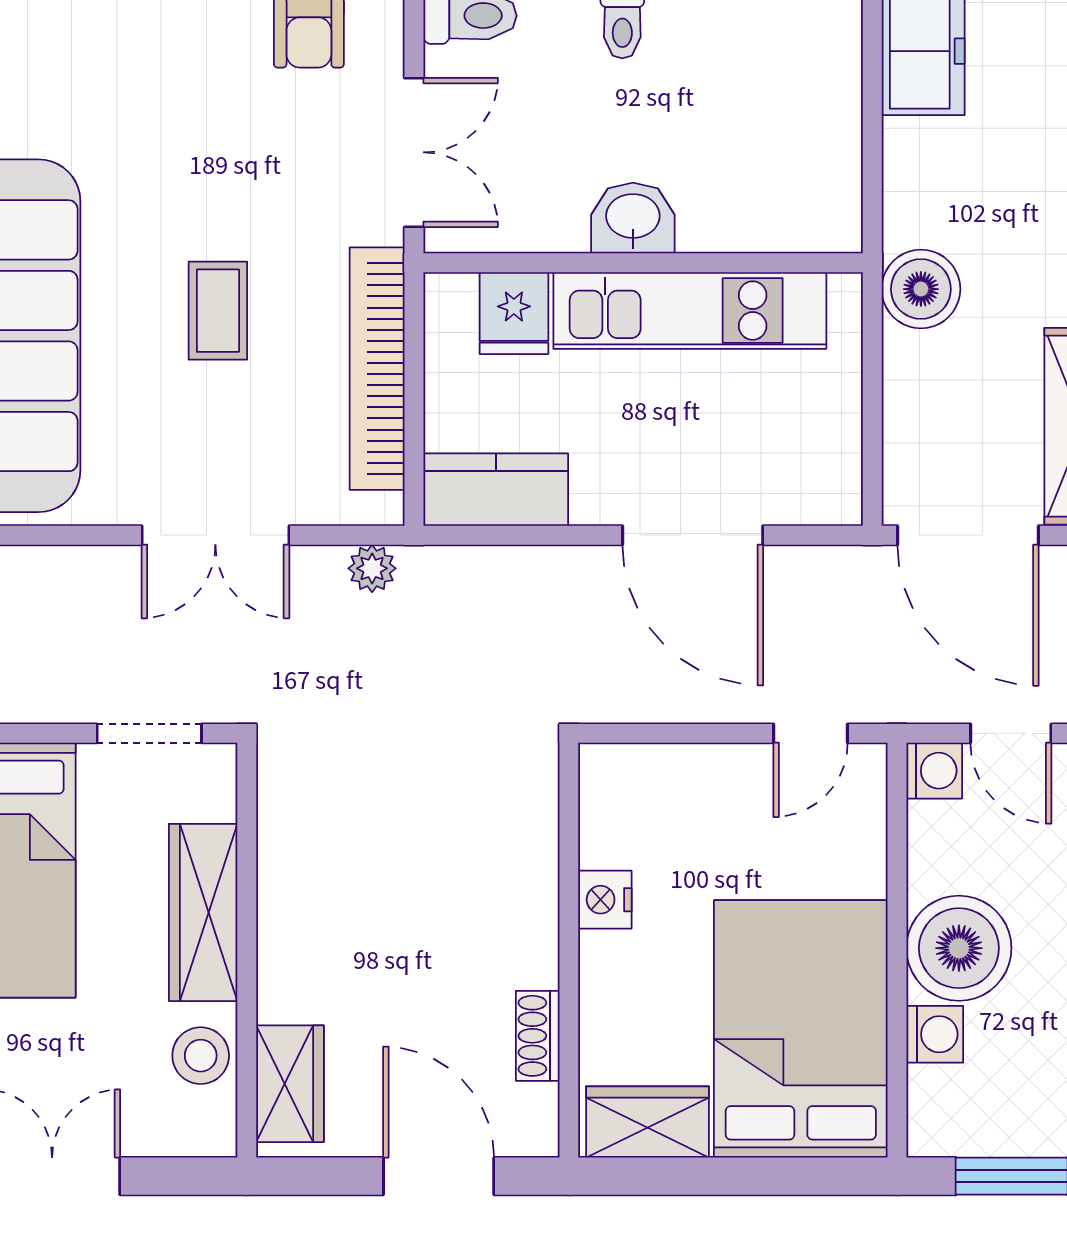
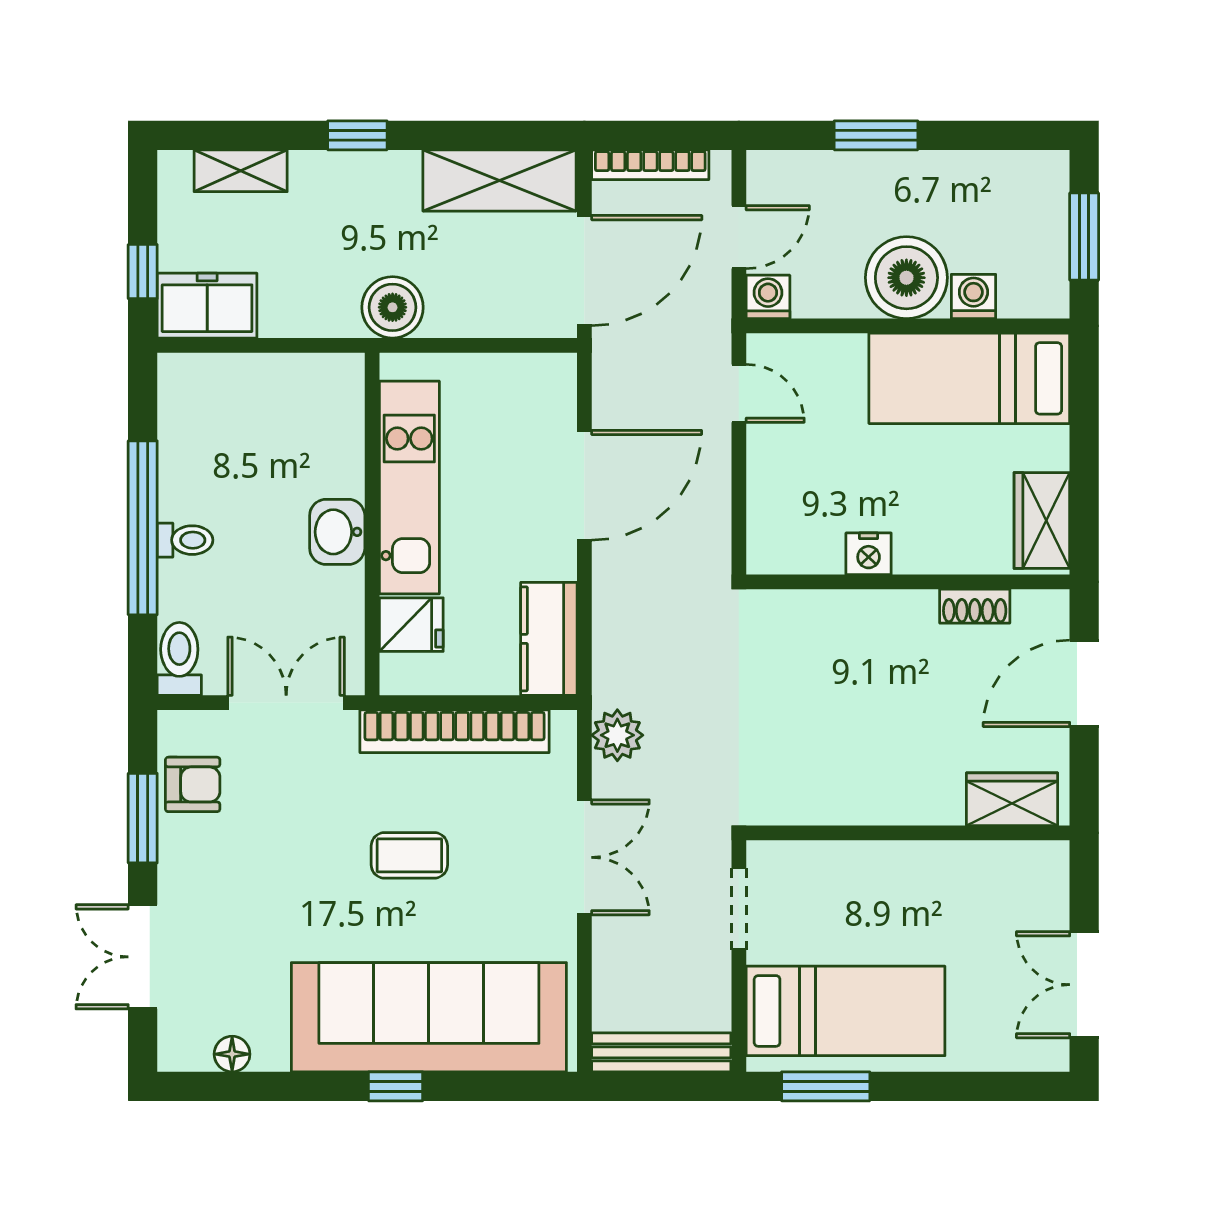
plant: (372, 568) -> (617, 735), width x1.38, depth x1.38
wardrobe: (203, 912) -> (879, 867), removed
bed: (801, 1029) -> (969, 378), width x0.67
stool: (201, 1056) -> (990, 869), removed

